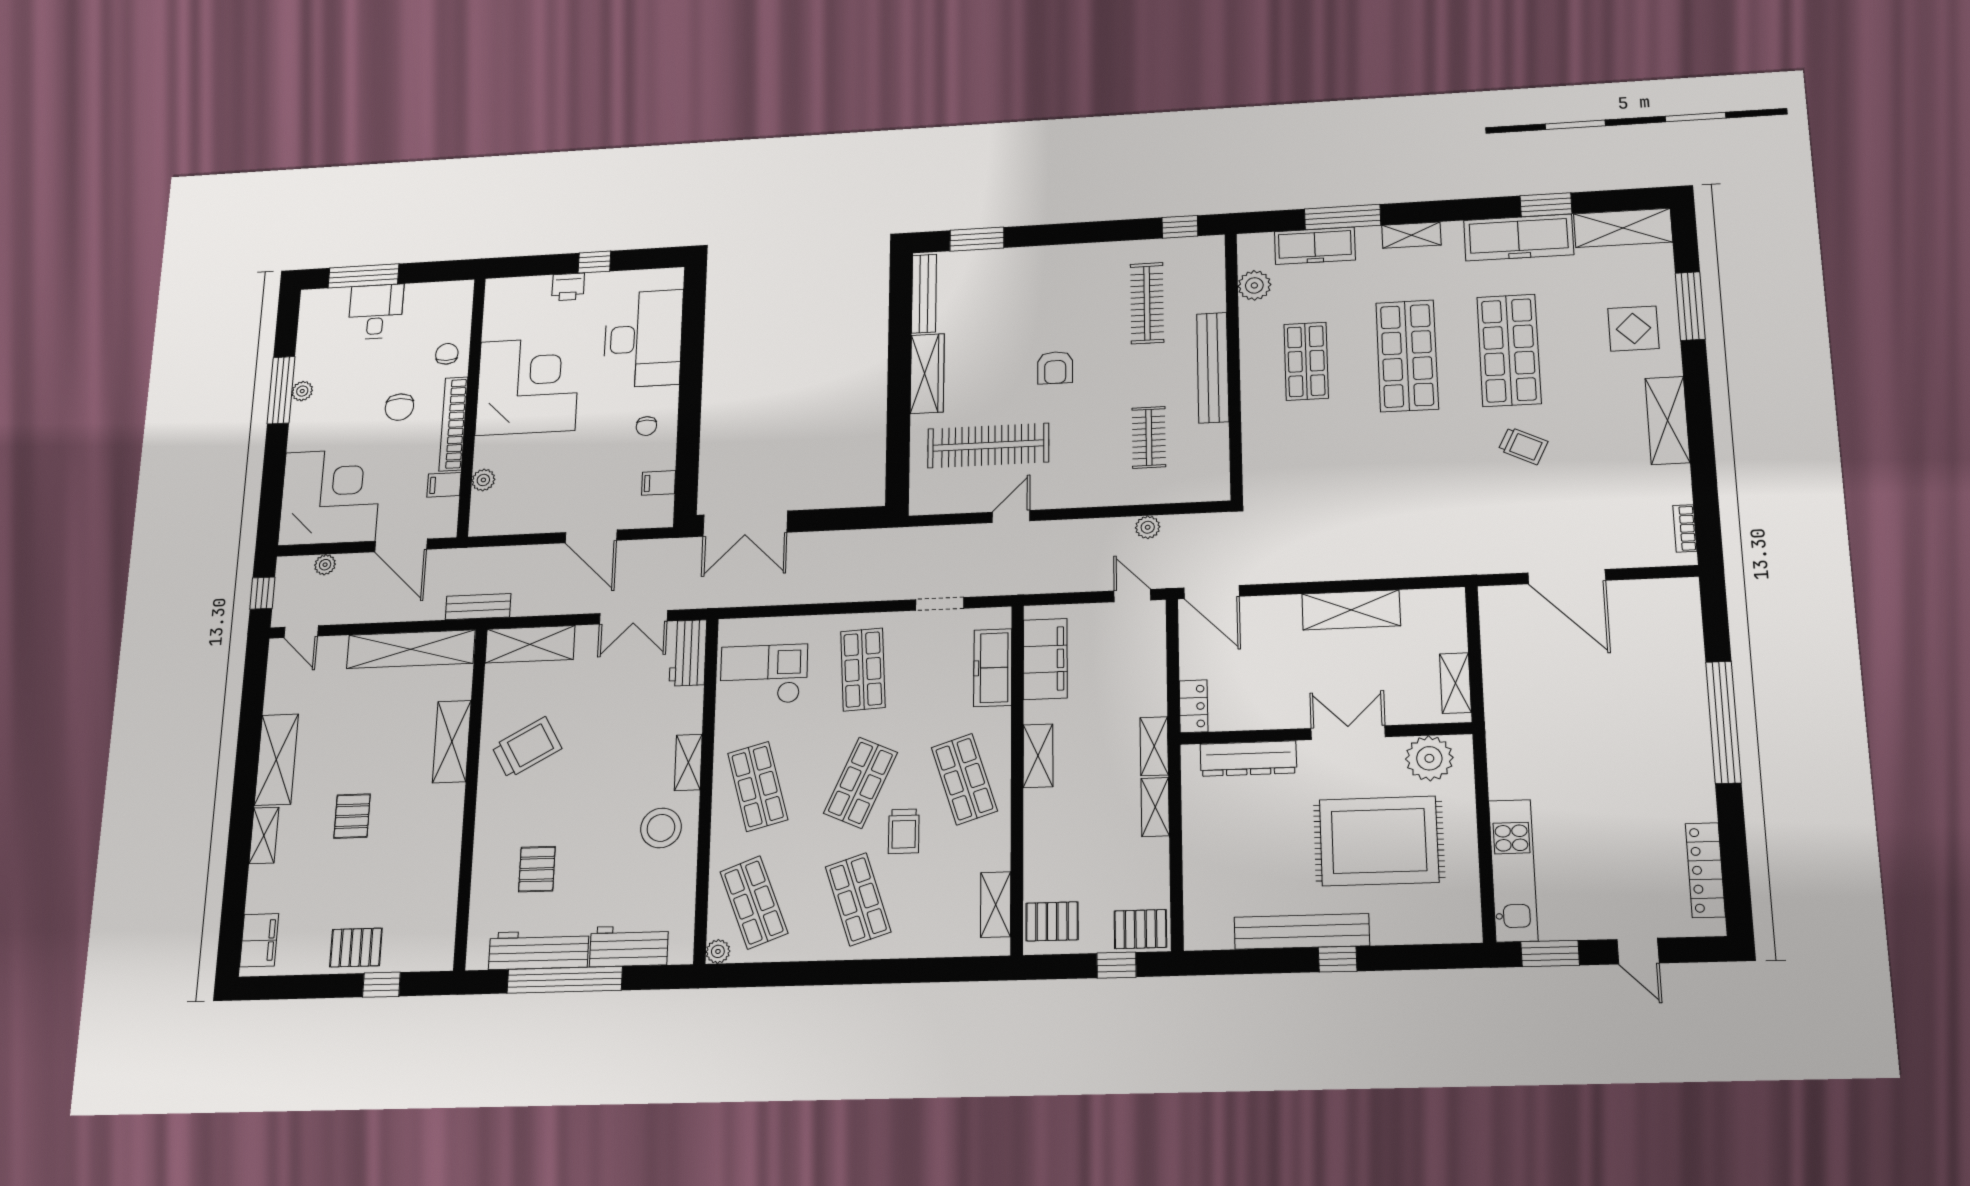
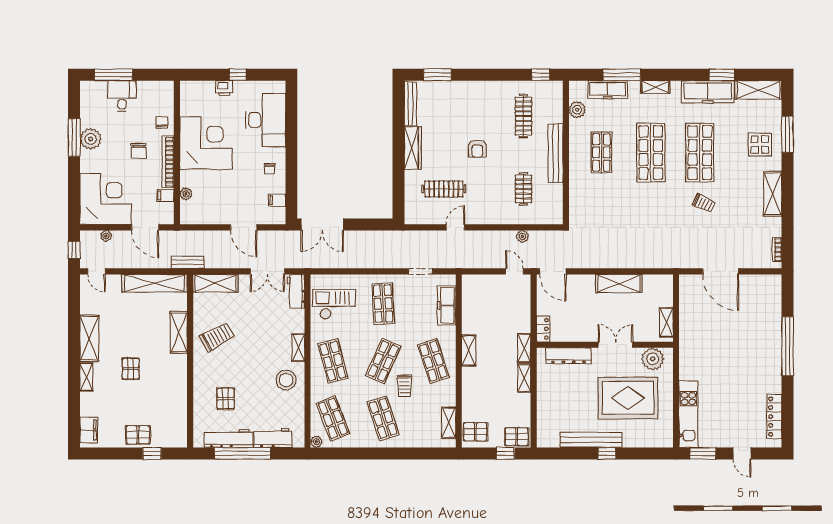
plant: (302, 391) -> (91, 139), width x1.87, depth x1.87
clothes rail: (988, 445) -> (444, 189), width x0.73, depth x0.76
filing cabinet: (1045, 659) -> (472, 302), removed

